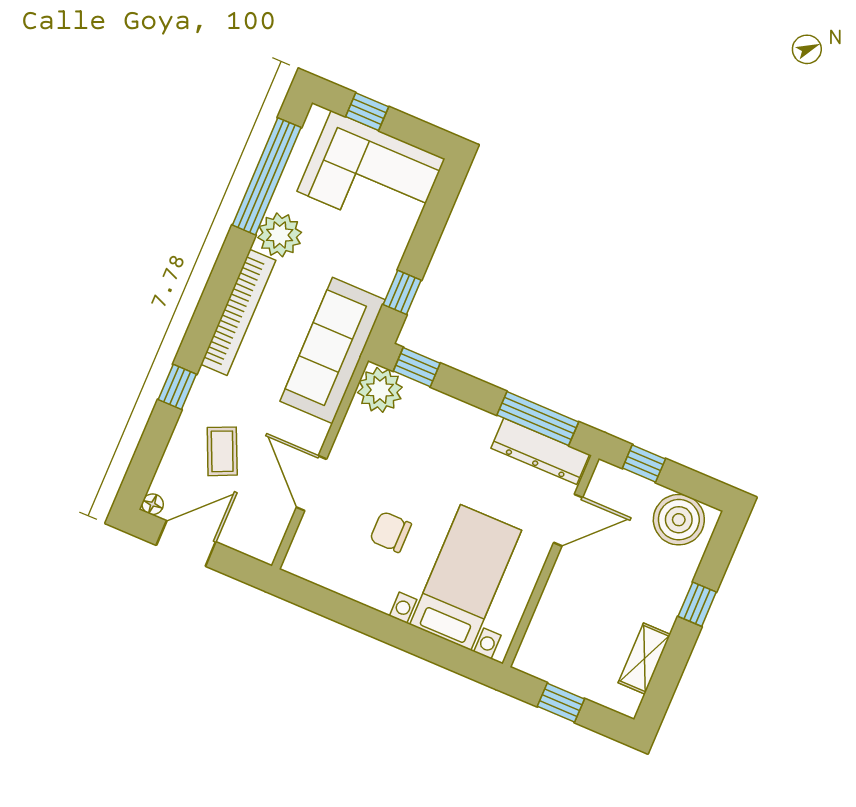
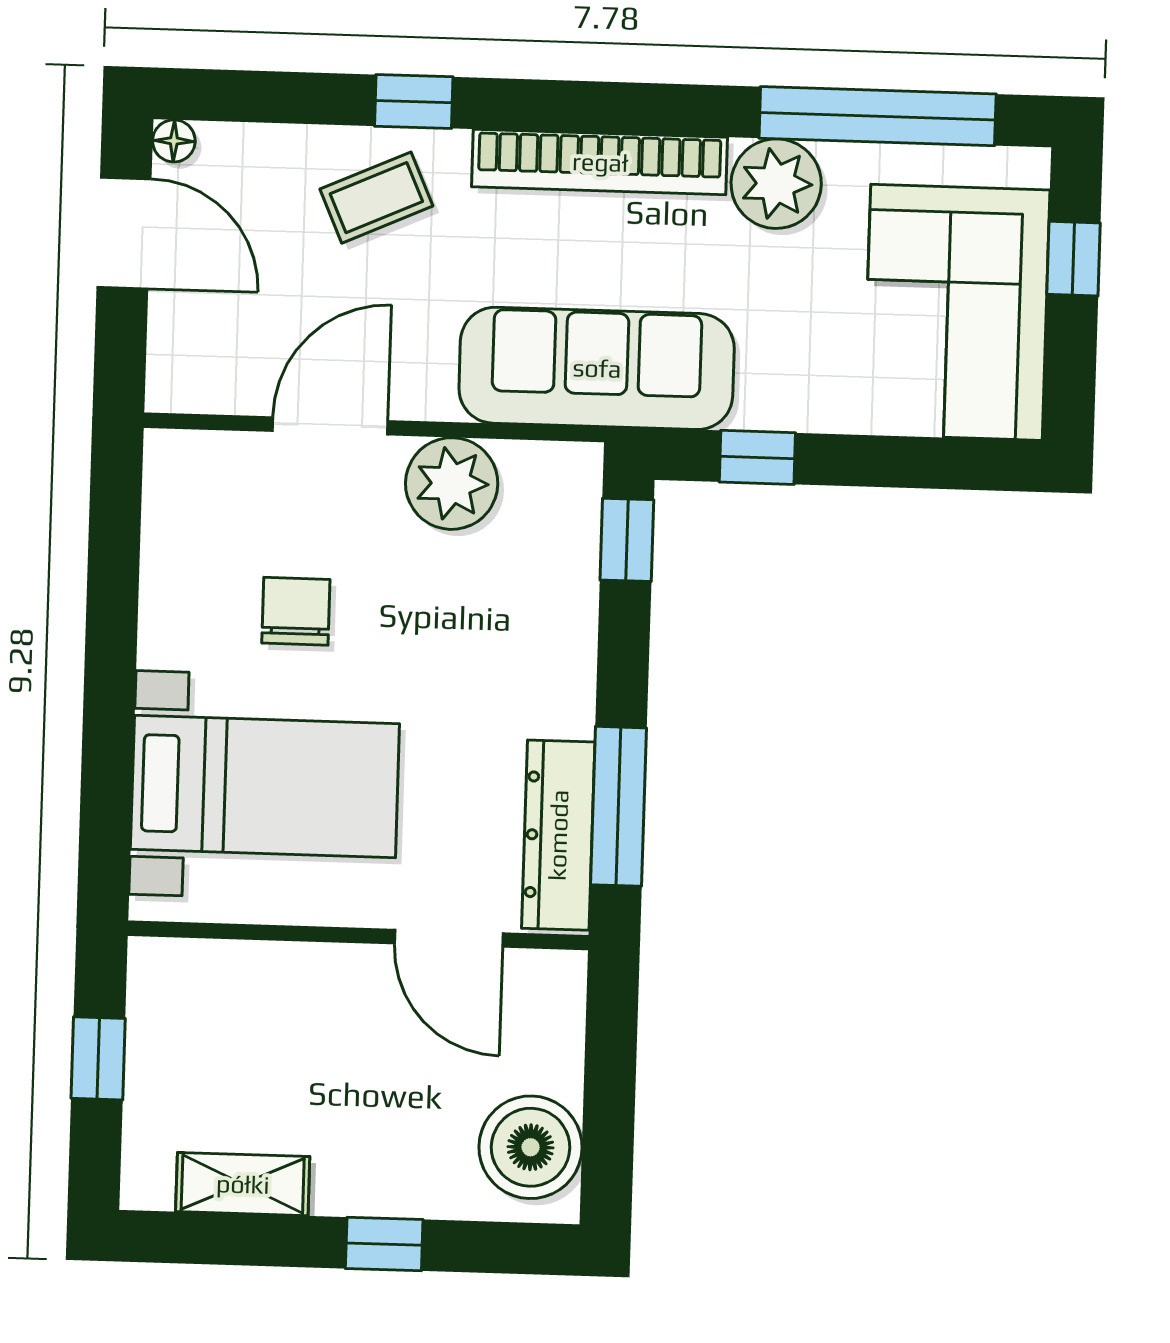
plant: (380, 390) -> (452, 484), moved
coffee table: (222, 451) -> (376, 198), moved
window: (644, 464) -> (611, 1040), removed

